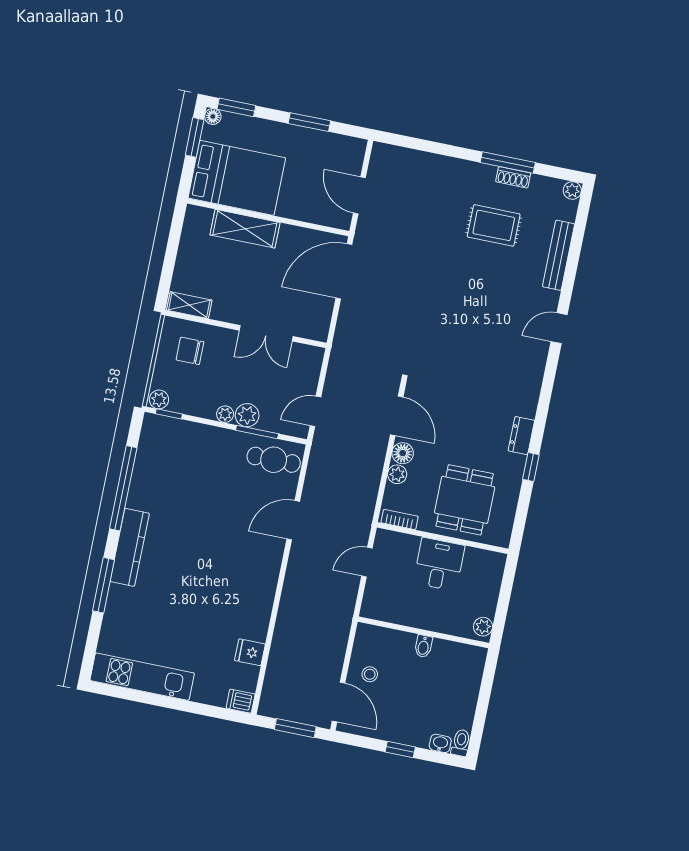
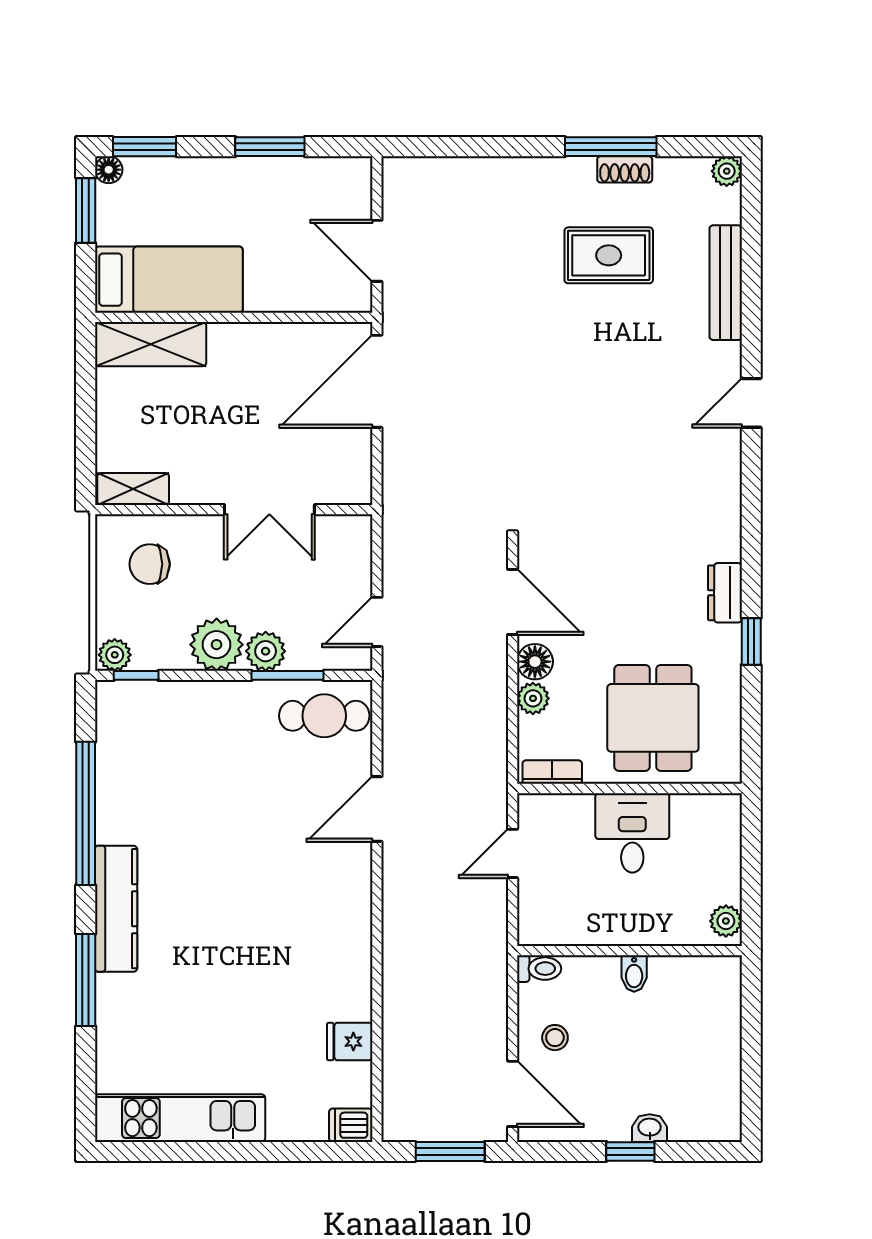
bed: (237, 178) -> (169, 280), width x0.67
shelving: (245, 229) -> (151, 344), moved
plant: (225, 414) -> (217, 645), width x1.87, depth x1.87
washbasin: (440, 743) -> (650, 1128), moved
toilet: (461, 743) -> (539, 969), moved, turned 90

